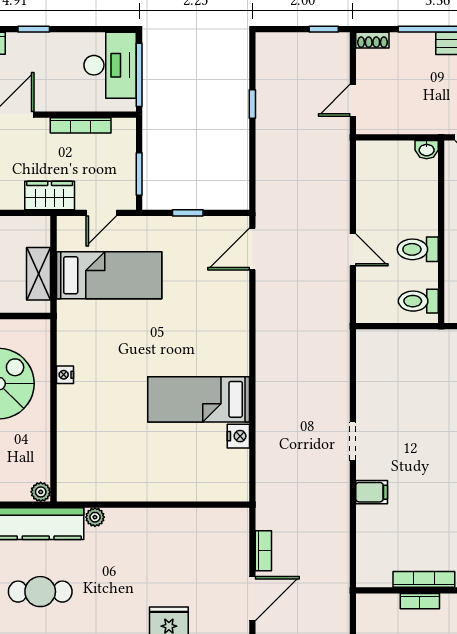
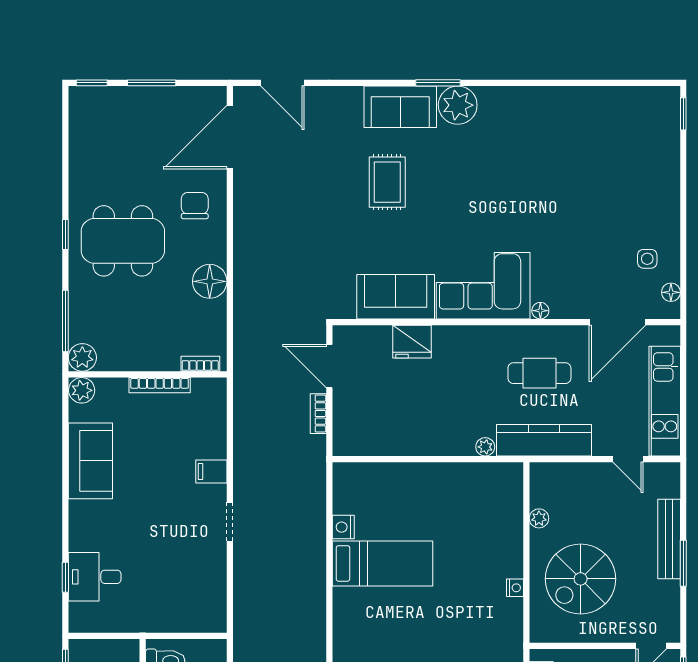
plant: (41, 492) -> (539, 518), moved
door: (252, 599) -> (329, 366), hinge flipped
bookcase: (420, 601) -> (200, 364), moved

